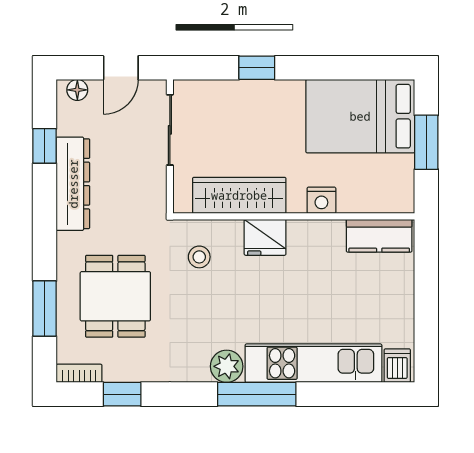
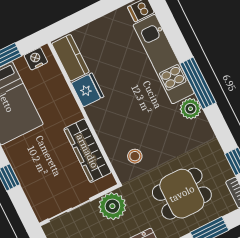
plant: (146, 192) -> (112, 206), added
nightstand: (321, 200) -> (36, 59), moved, turned -90
fridge: (265, 237) -> (88, 90), moved

